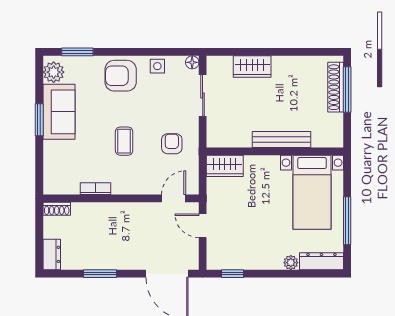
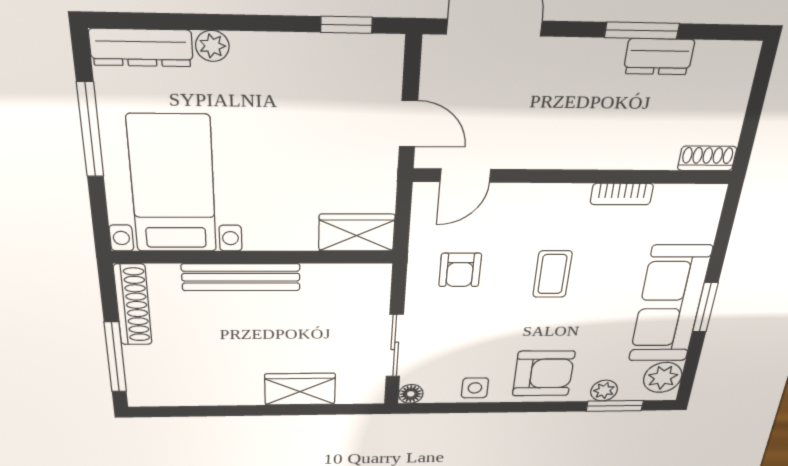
plant: (85, 63) -> (604, 391), added
shoe rack: (336, 87) -> (133, 305), moved
sofa: (59, 112) -> (670, 304), width x1.36
dresser: (52, 254) -> (659, 57), moved, turned -90

